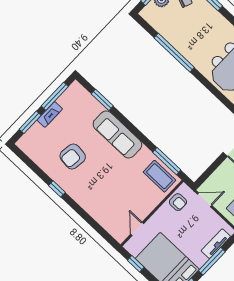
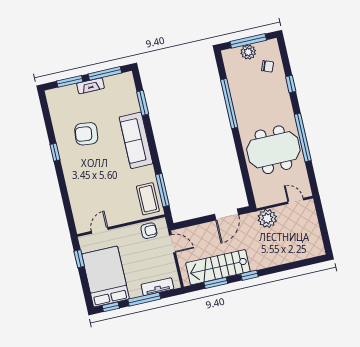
armchair: (178, 202) -> (149, 231), turned -90

